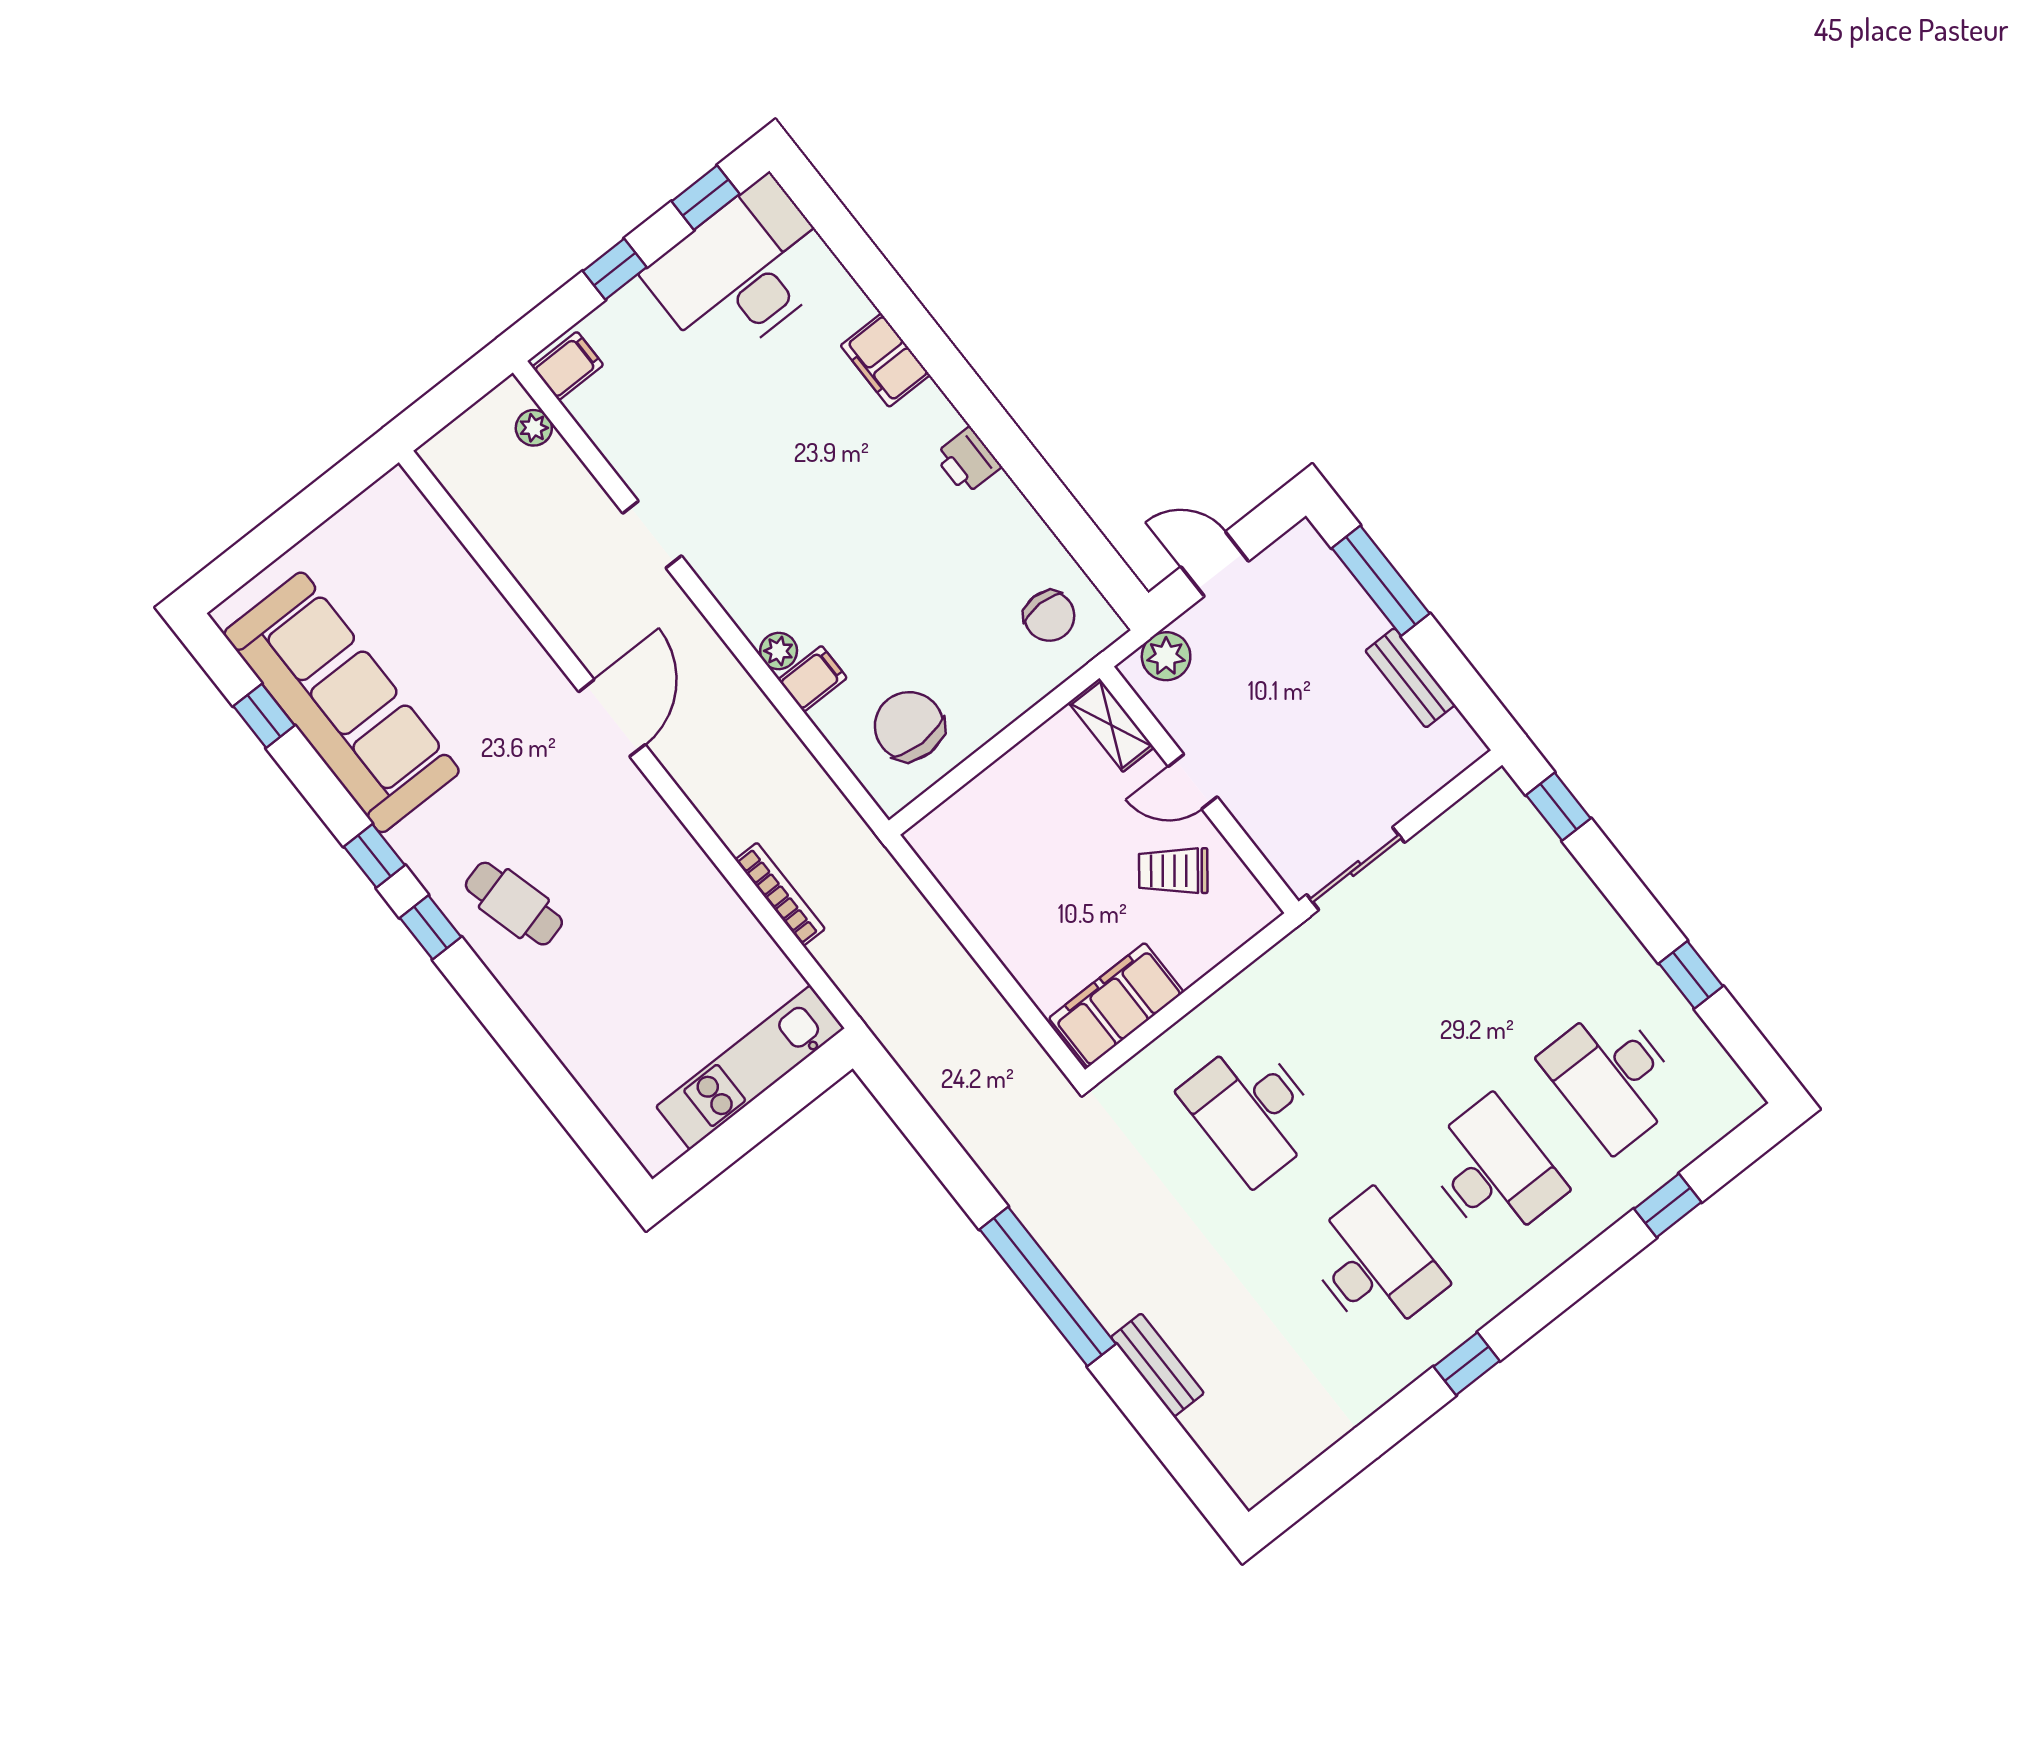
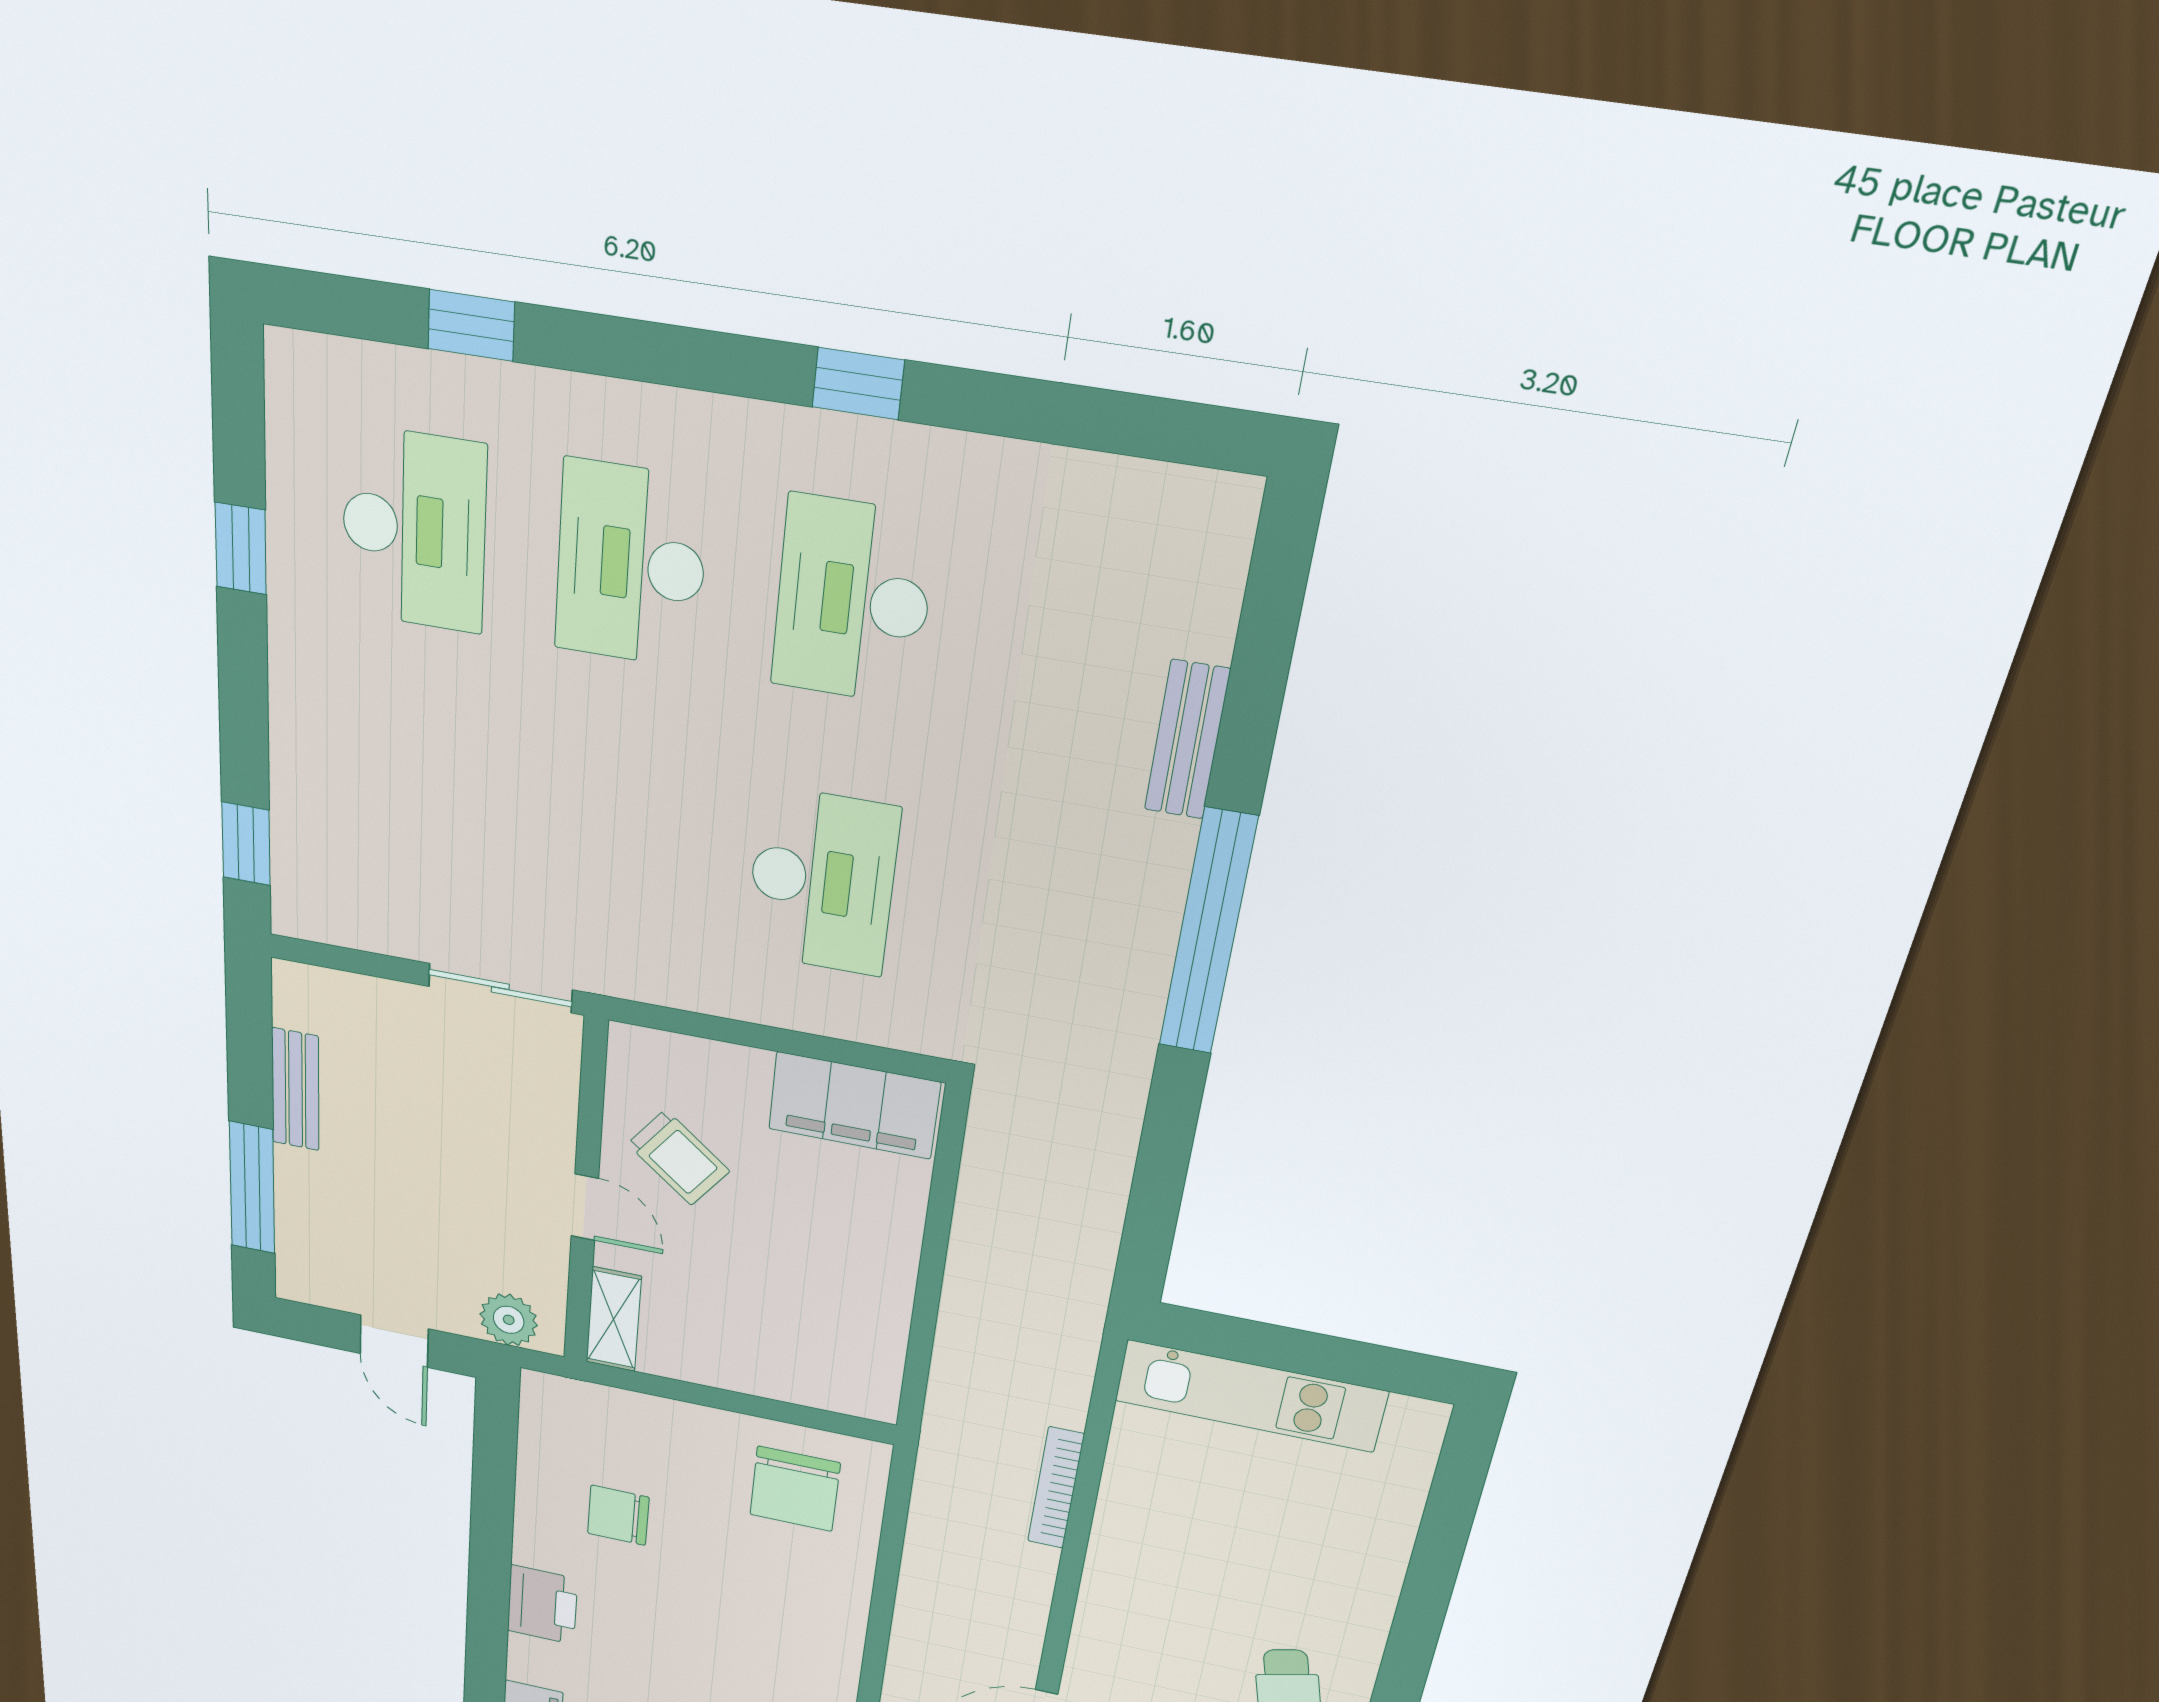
printer: (968, 461) -> (542, 1605), width x1.36, depth x1.24
chair: (1049, 616) -> (618, 1515), moved, turned -90
plant: (779, 651) -> (844, 1639), removed
filing cabinet: (813, 679) -> (838, 1596), removed

